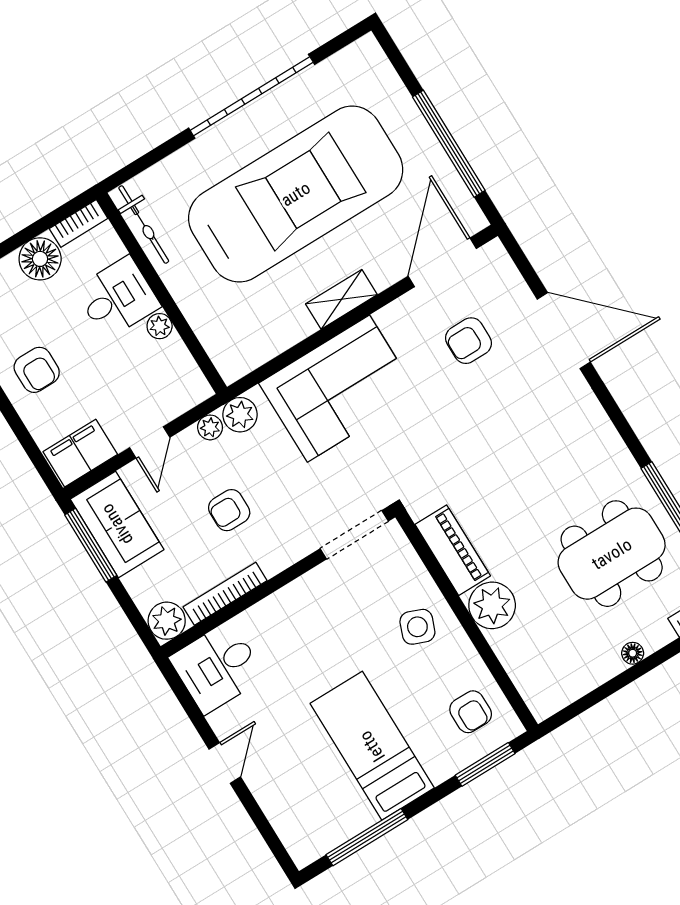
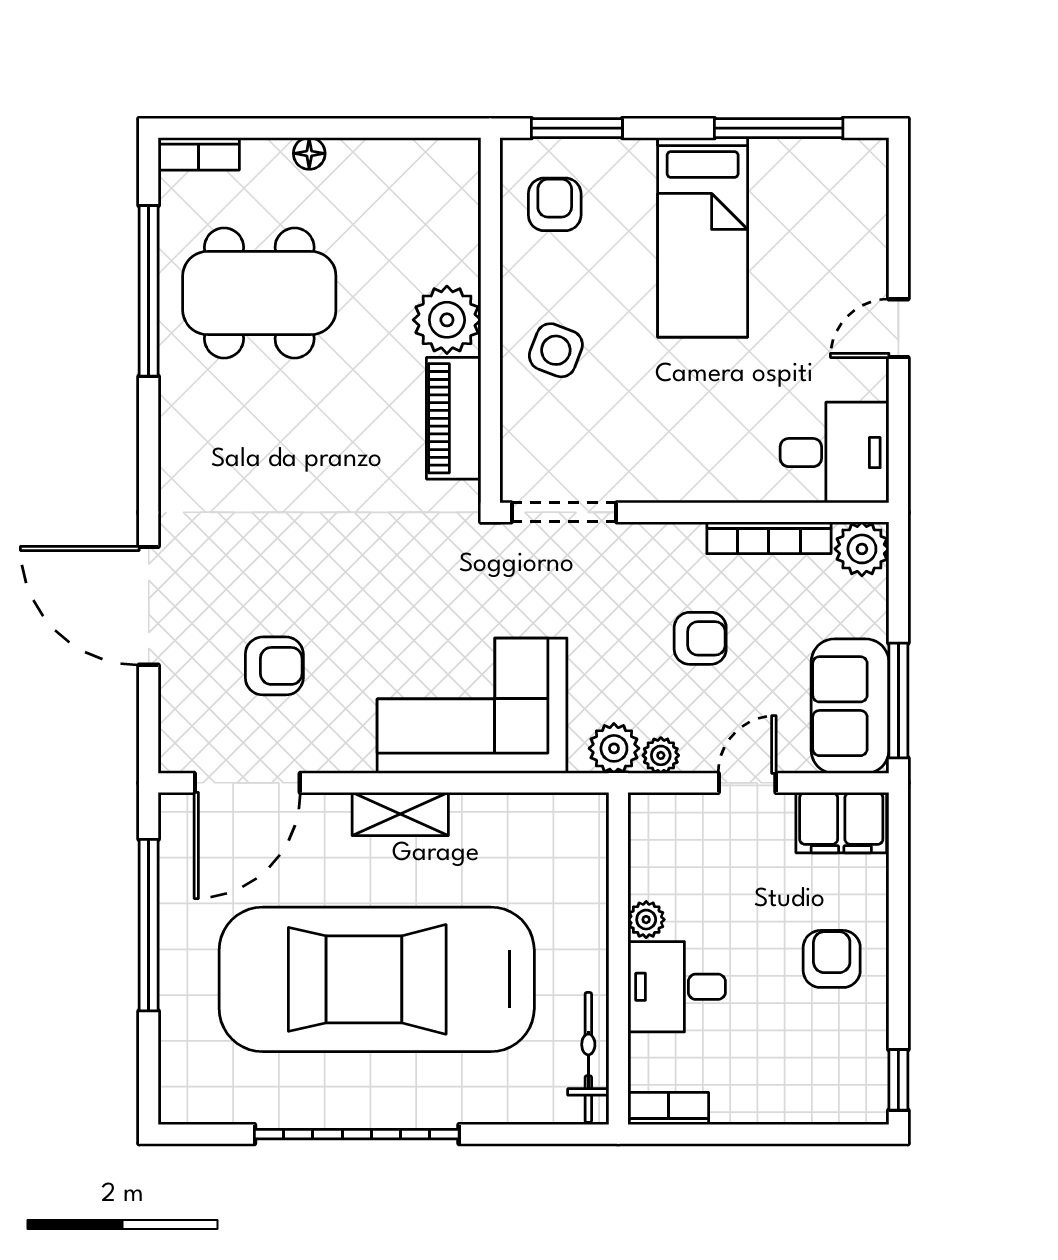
floor lamp: (40, 259) -> (743, 1094), removed

